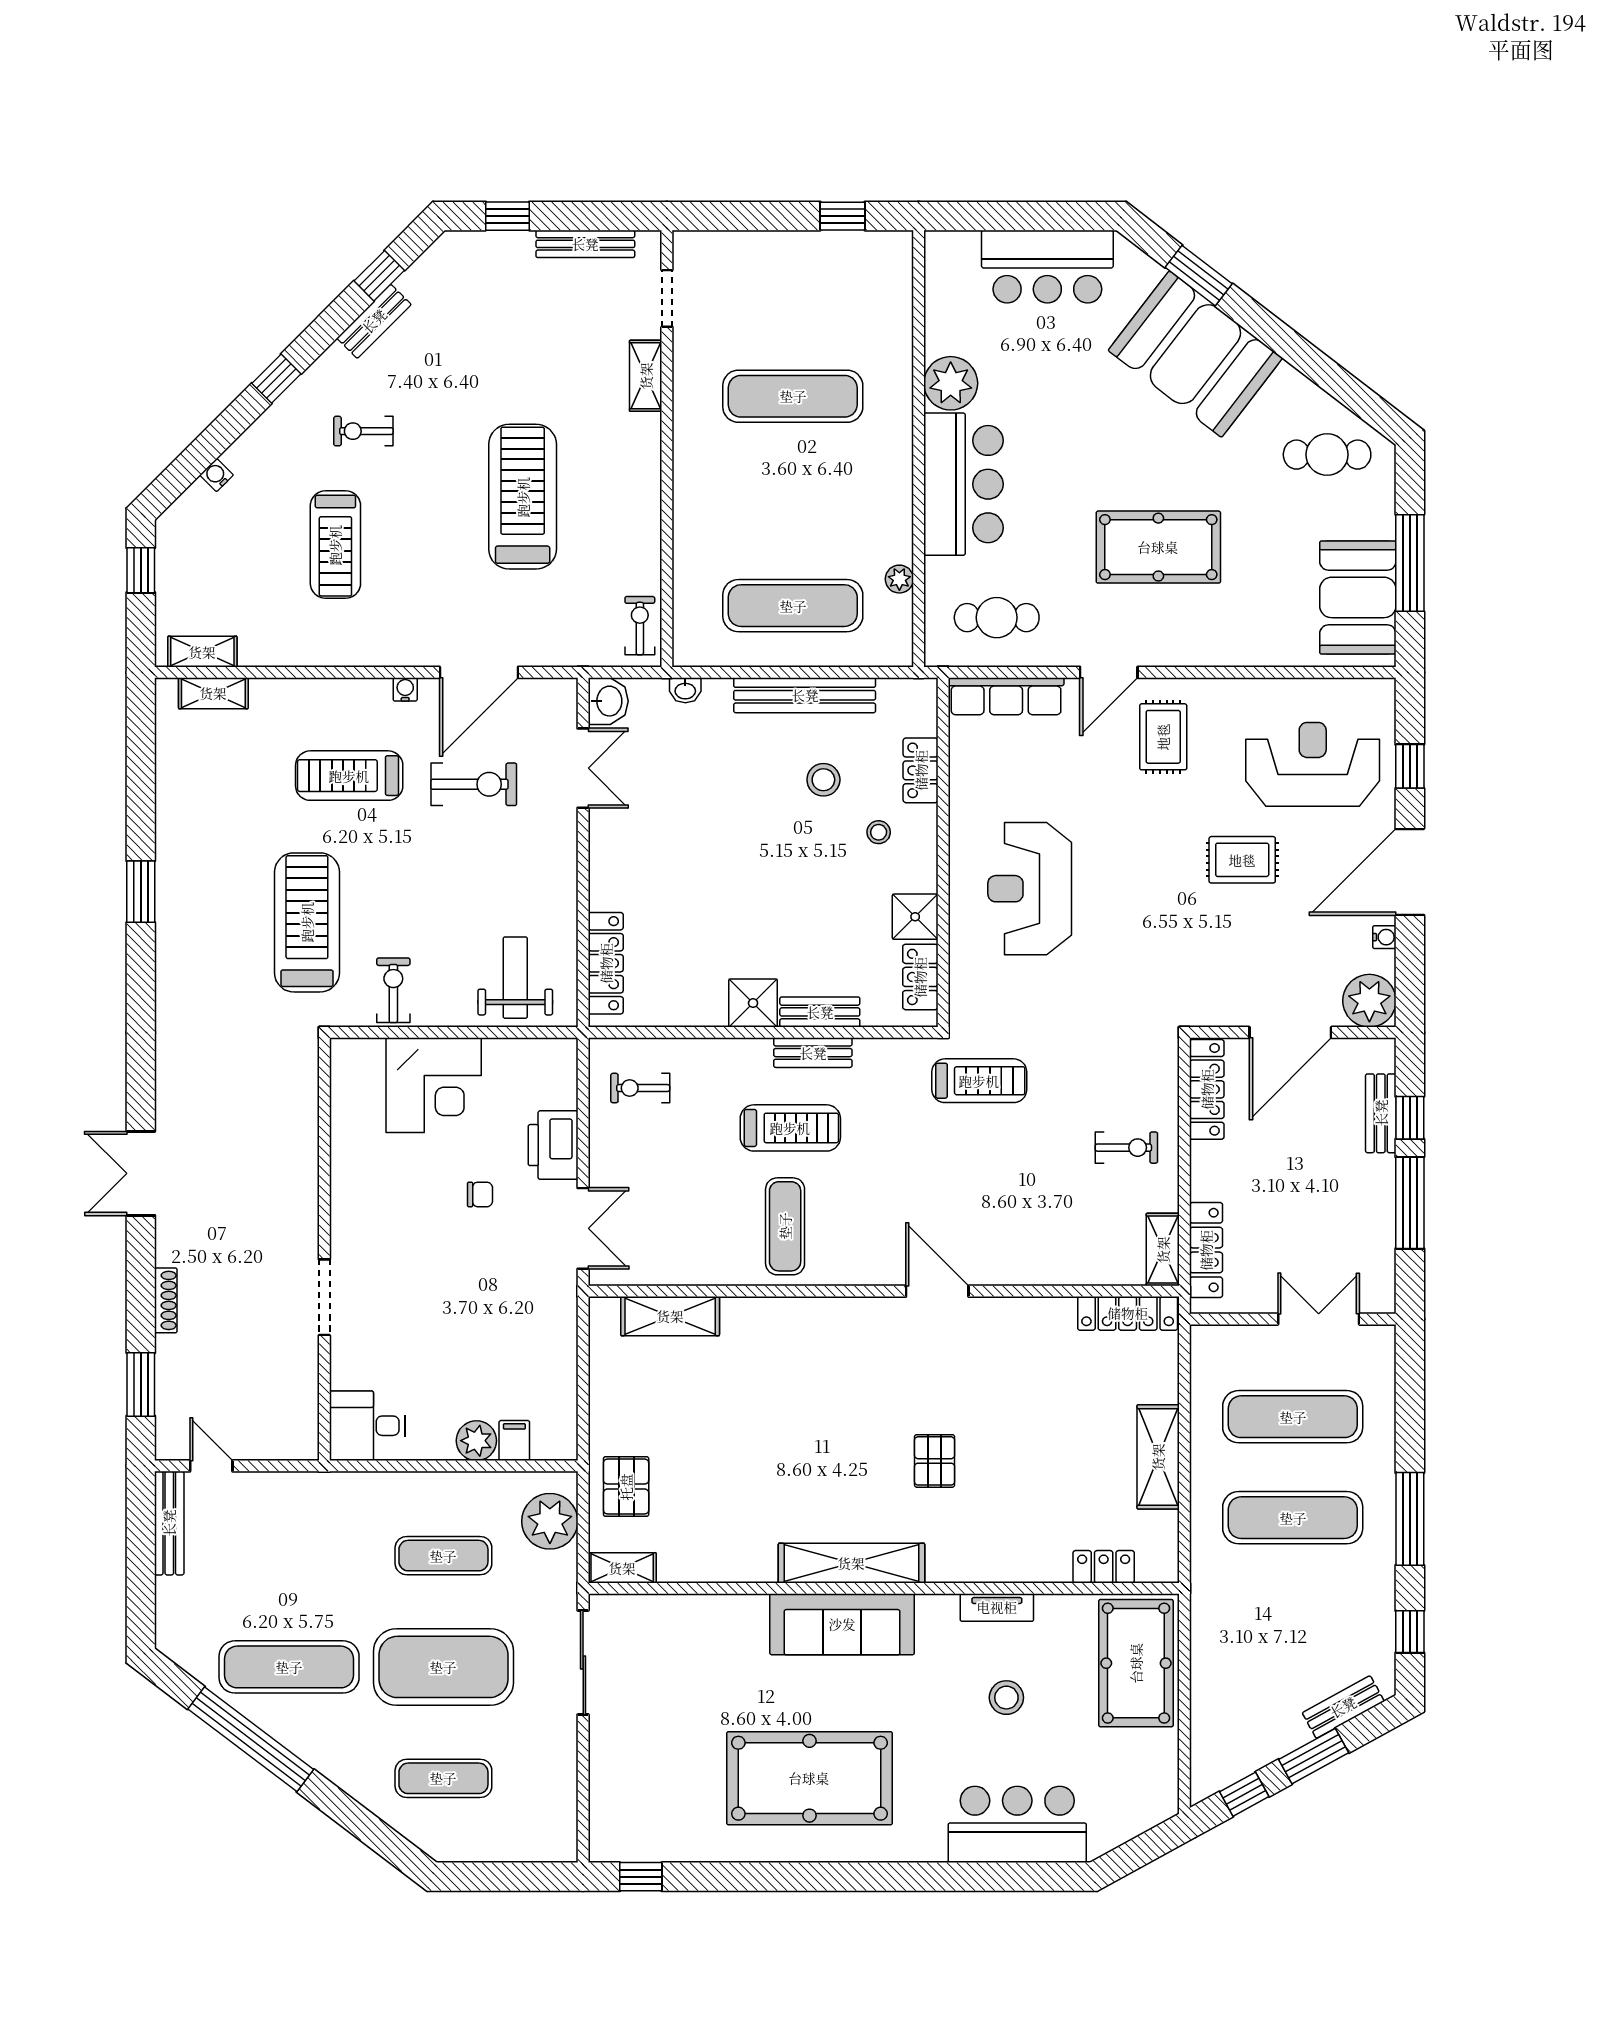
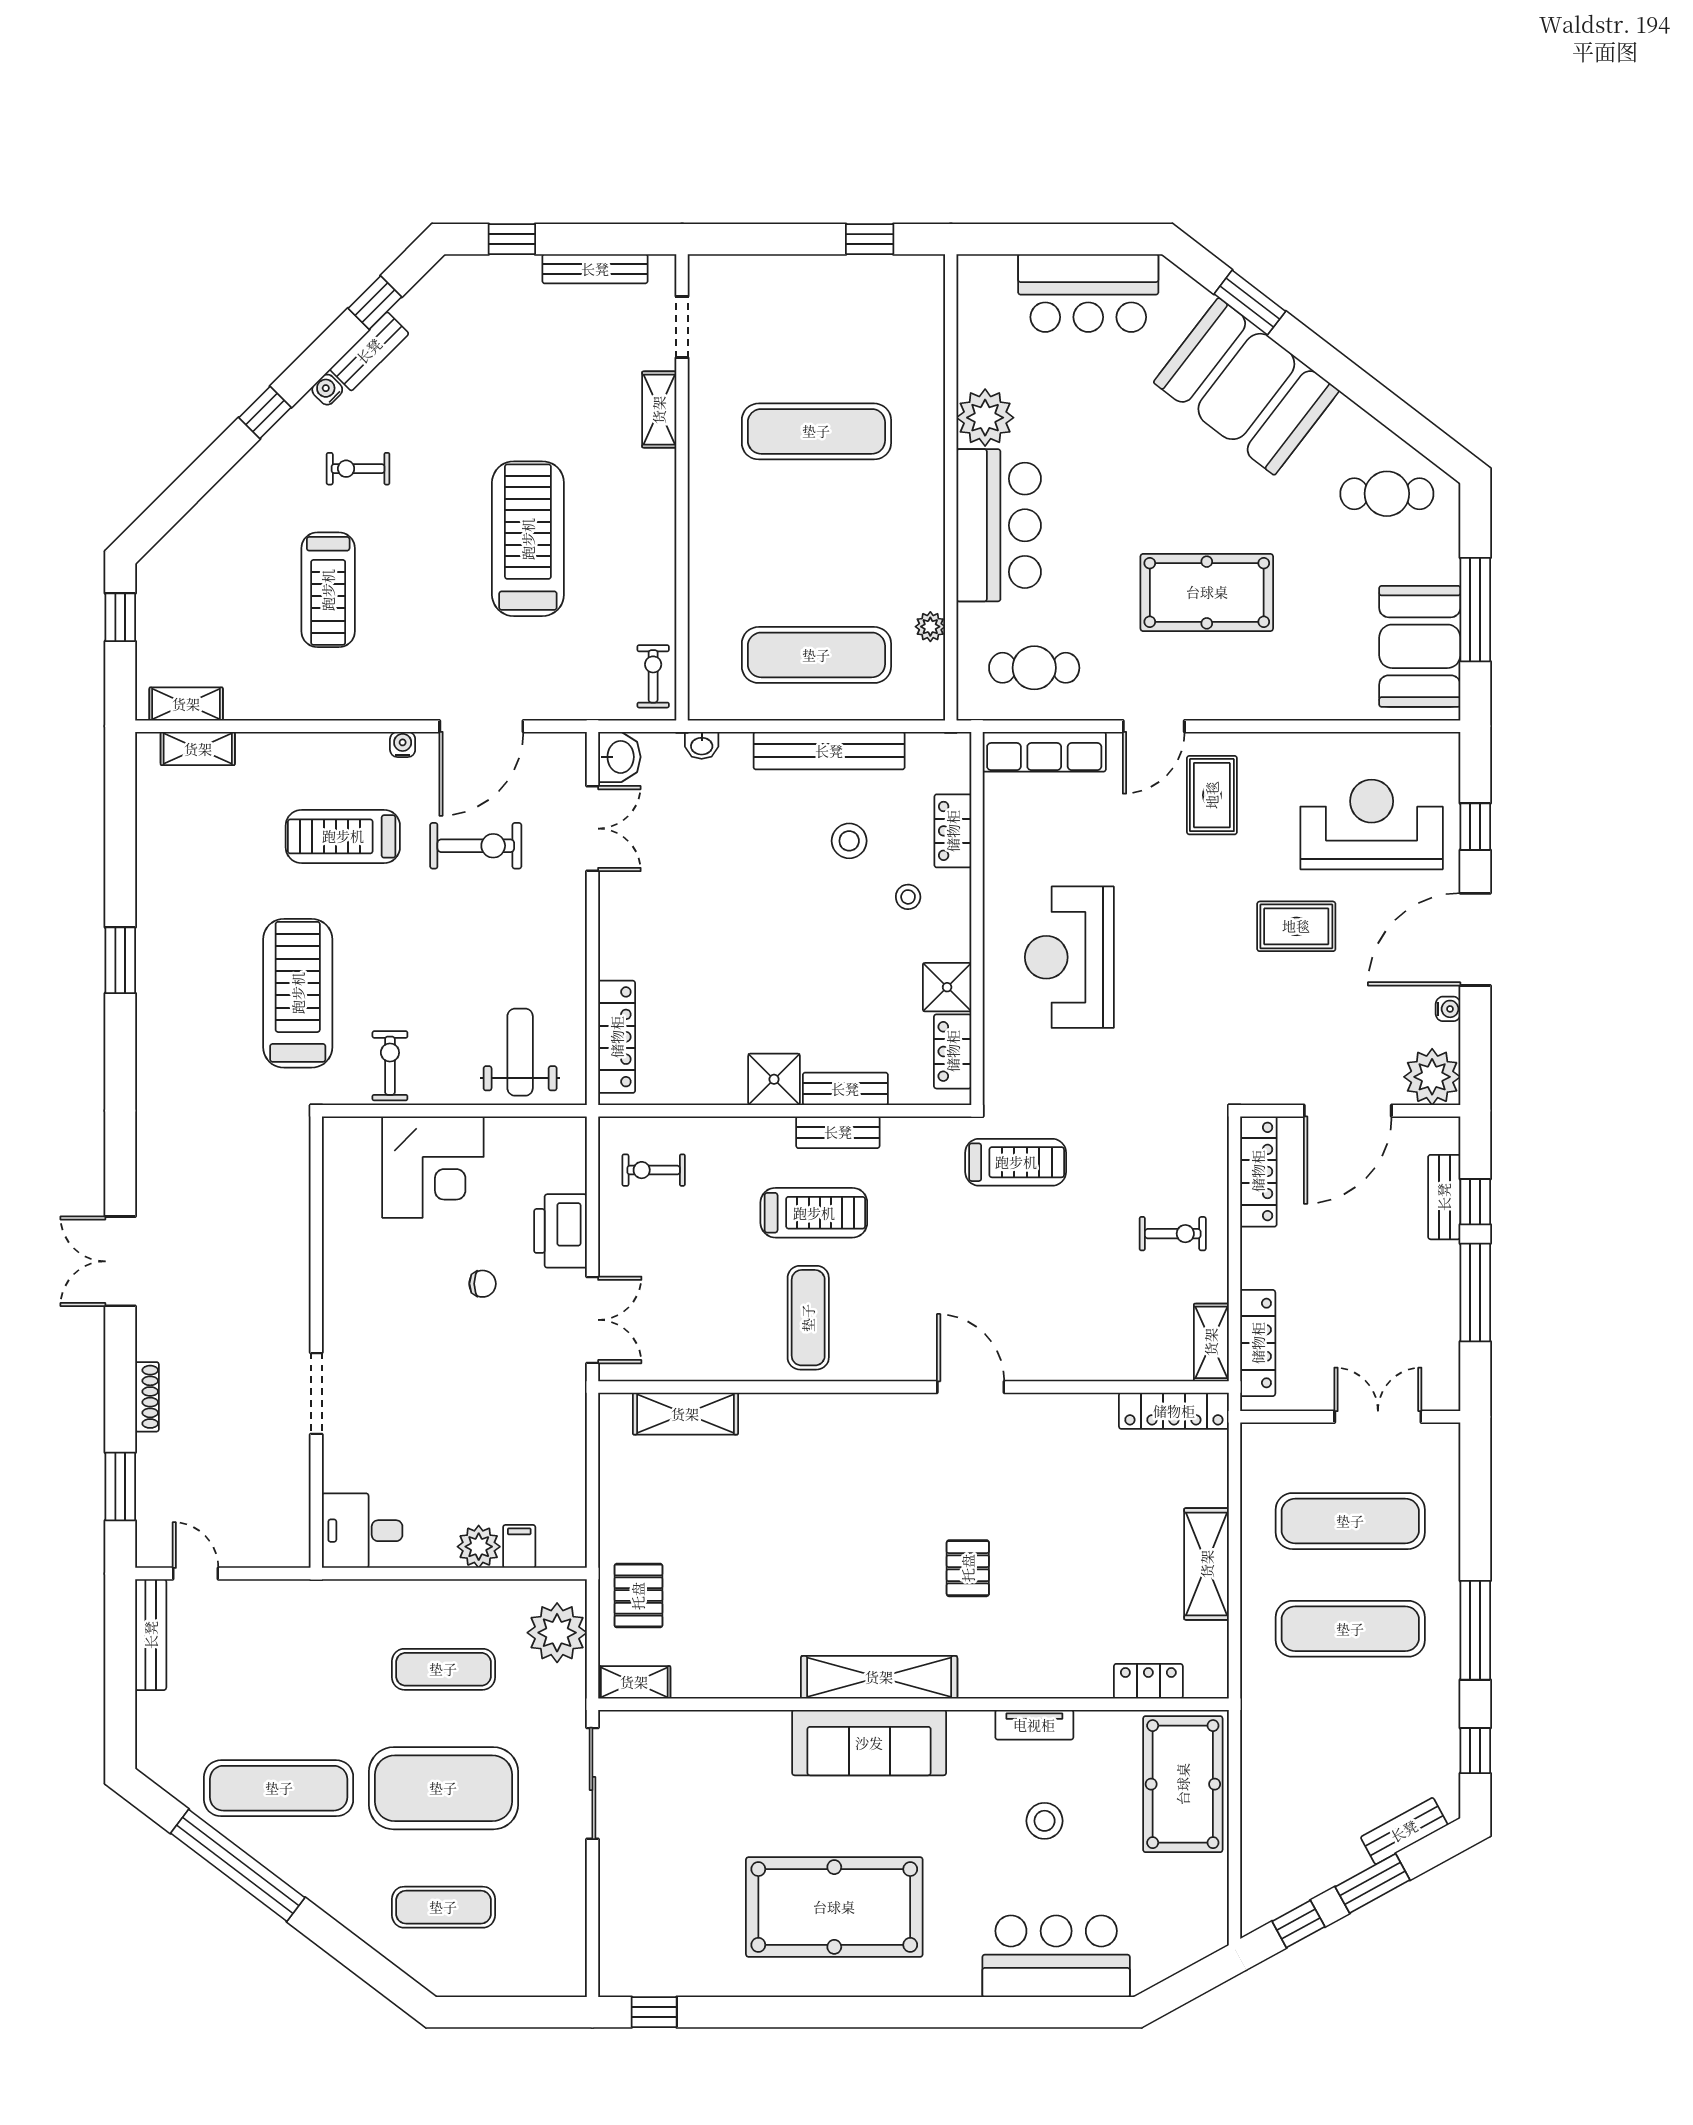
water cooler: (217, 475) -> (327, 390), moved

